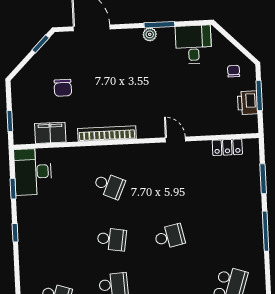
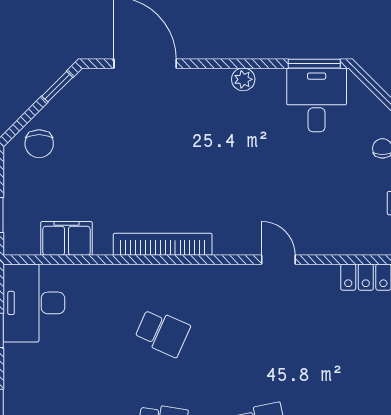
window: (159, 25) -> (314, 64), moved
chair: (63, 88) -> (39, 144), moved

